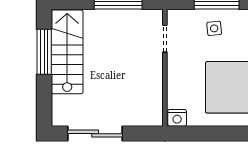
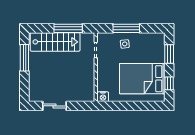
stairs: (67, 52) -> (55, 42), moved, turned 90
sliding door: (95, 134) -> (55, 106), width x0.73

